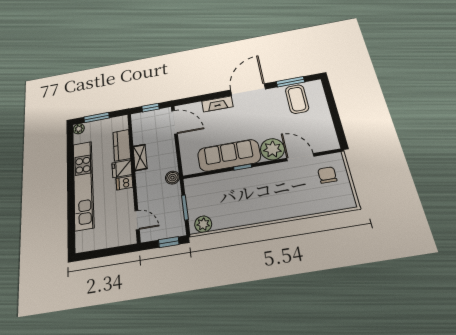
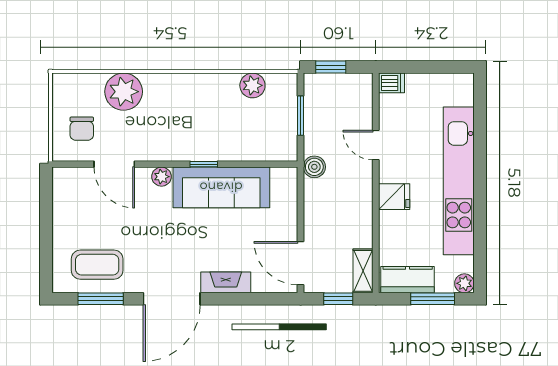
coffee table: (297, 99) -> (97, 265), turned 90
kitchen counter: (122, 145) -> (408, 280), moved, turned -90
plant: (272, 149) -> (162, 177), width x0.53, depth x0.53
shelving: (140, 157) -> (363, 271), moved
dishwasher: (124, 183) -> (391, 83), moved
plant: (305, 203) -> (124, 92), added
door: (137, 220) -> (376, 145), moved
plant: (203, 224) -> (252, 85), moved

